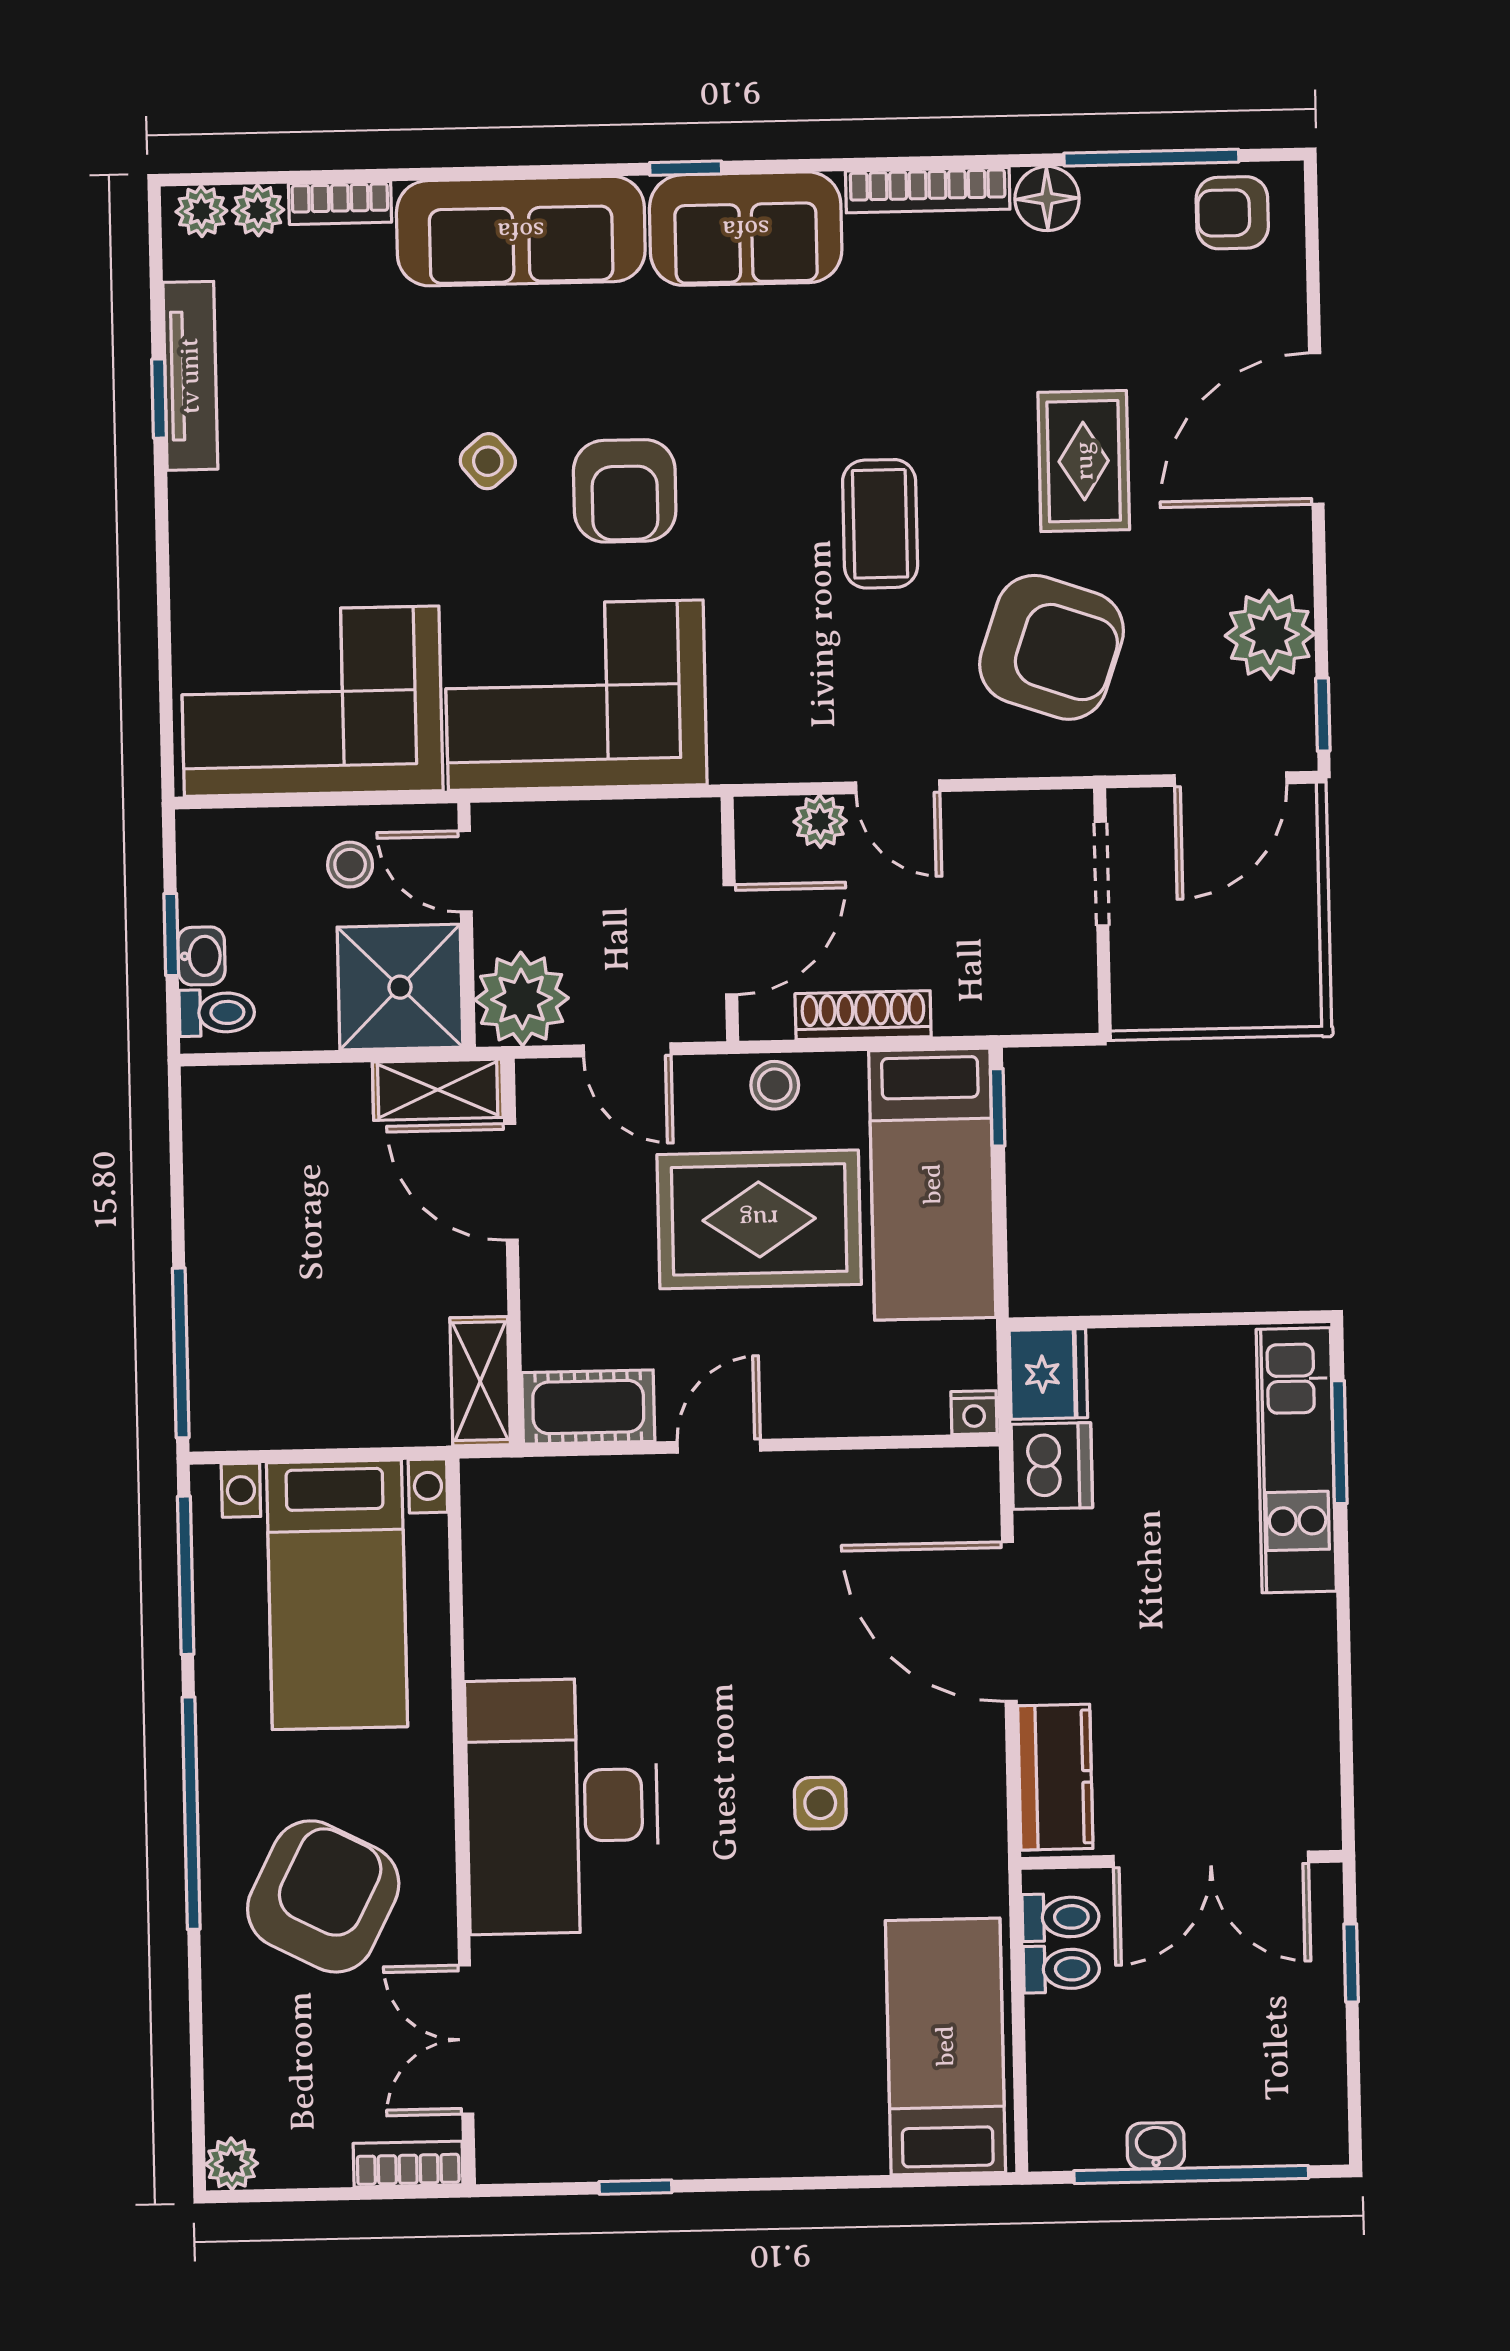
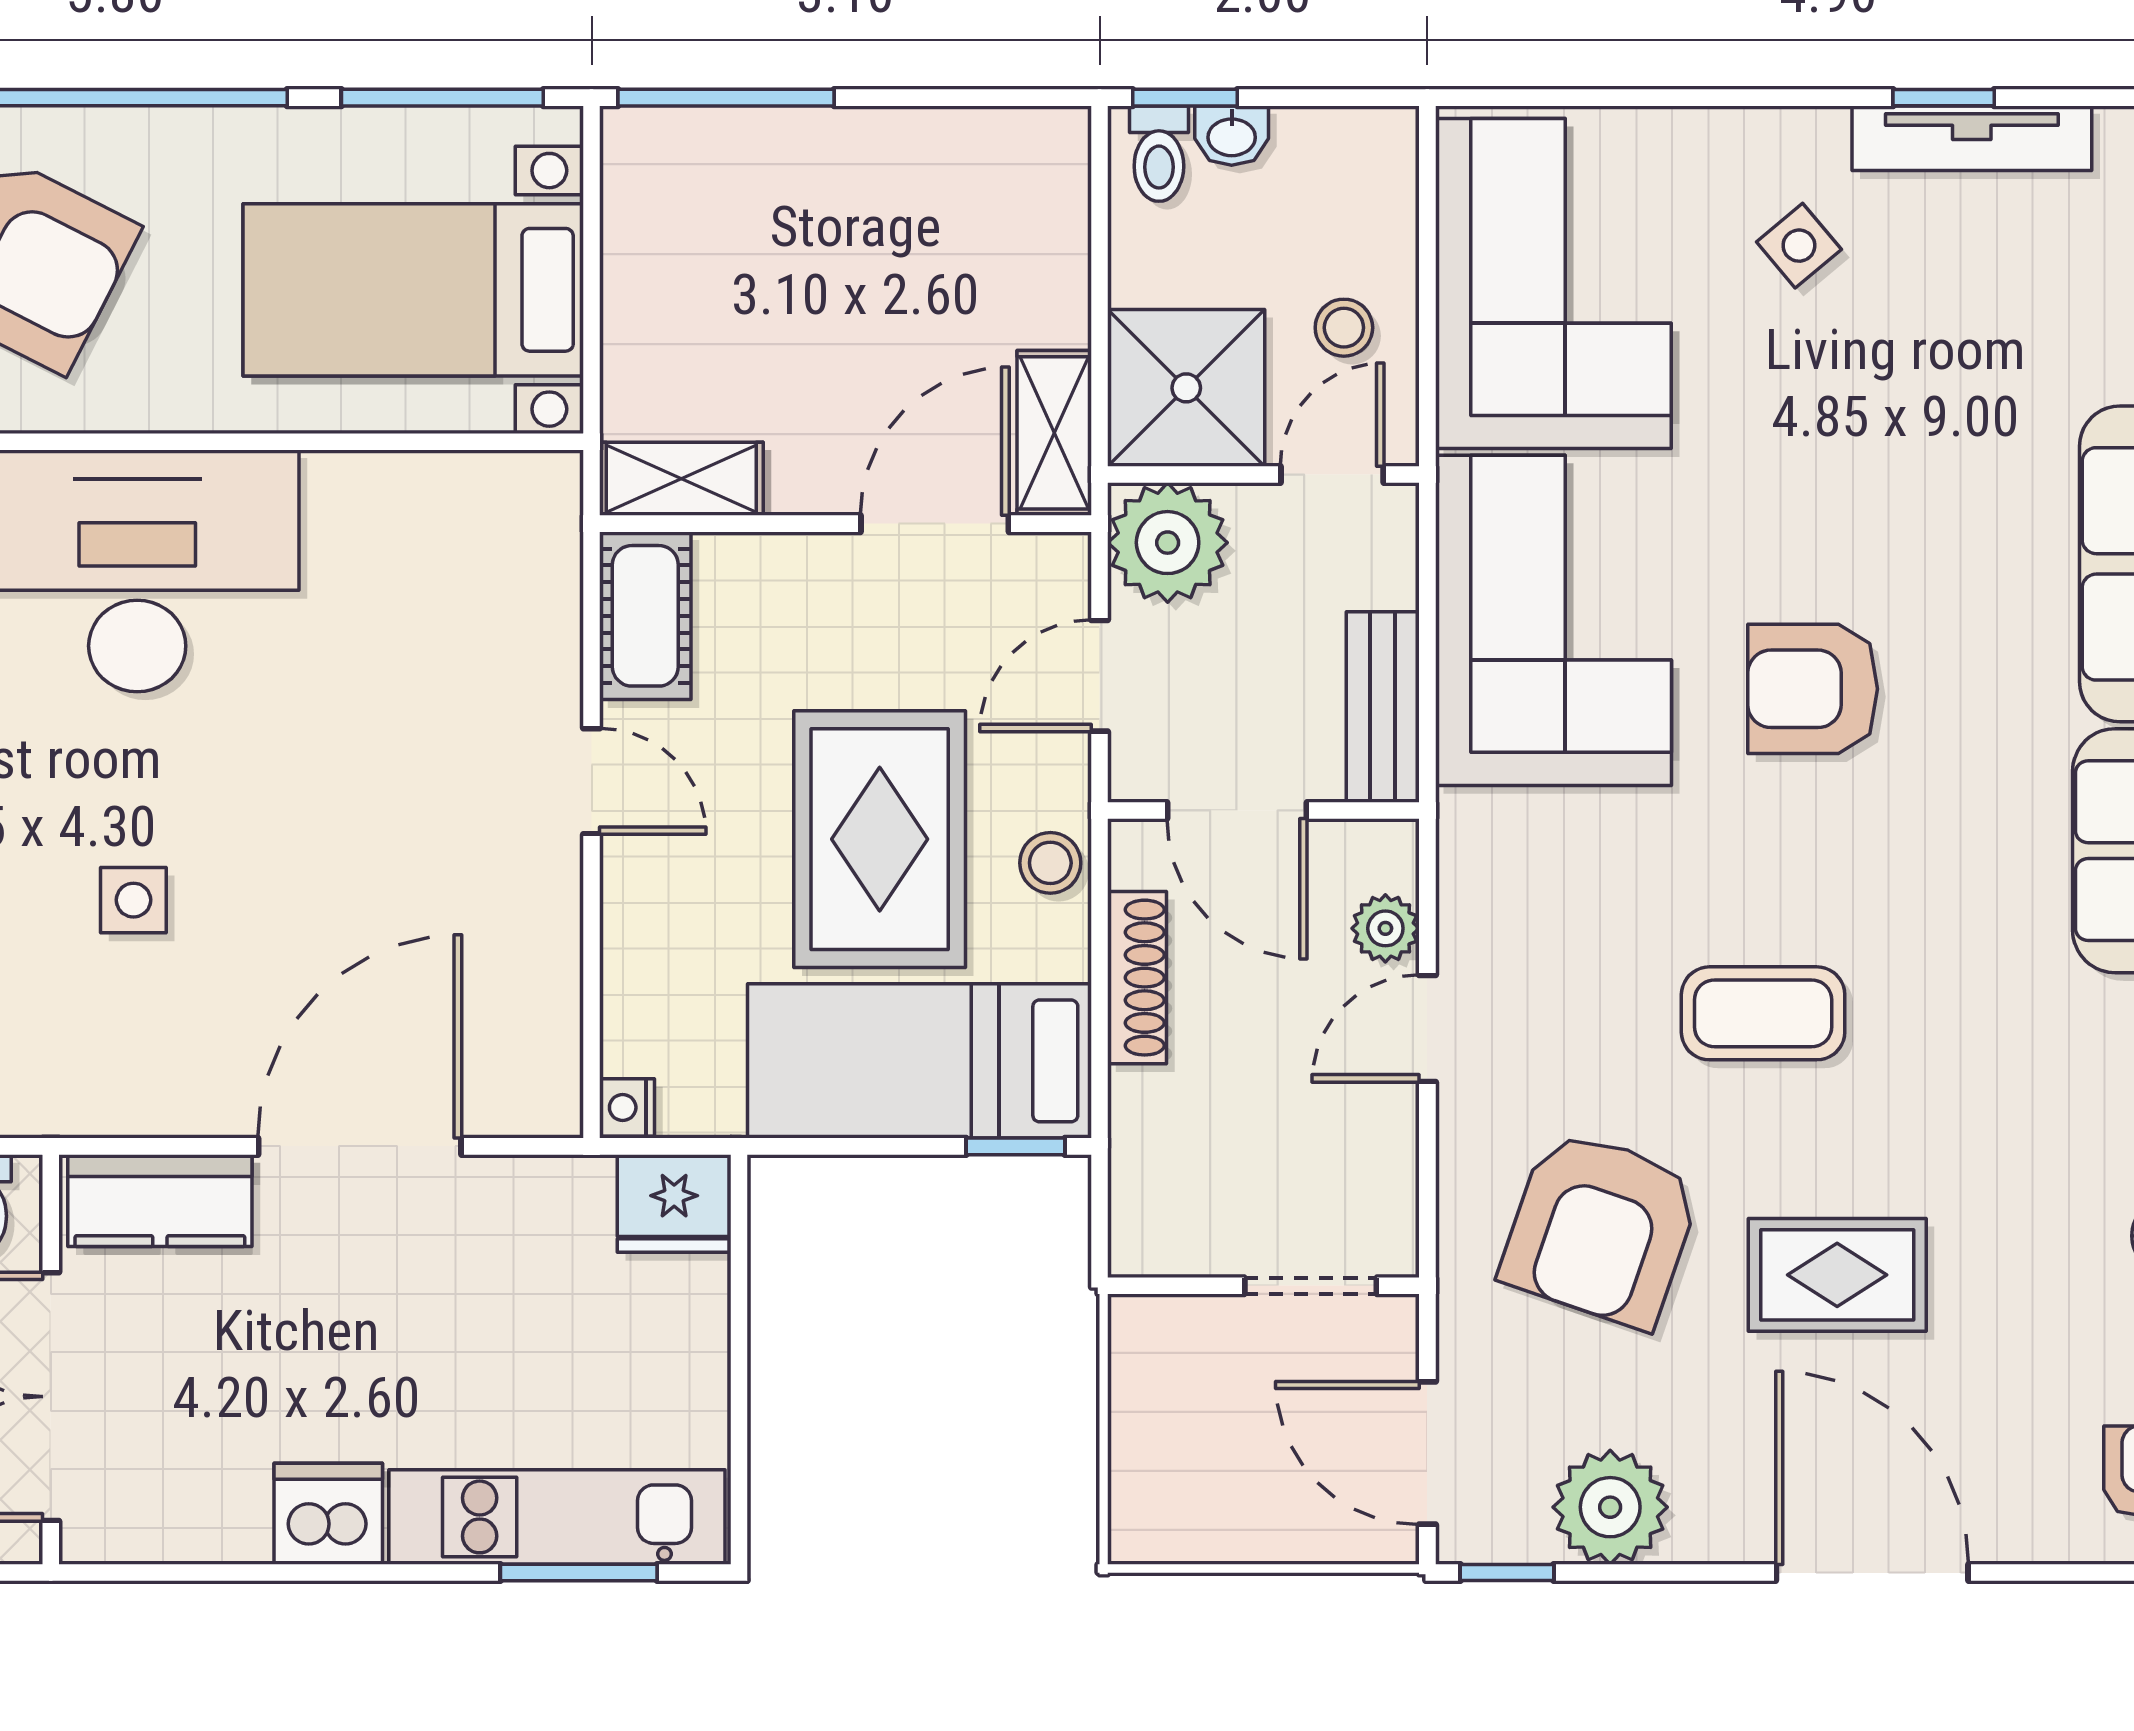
side table: (488, 461) -> (1799, 246), moved
bench: (647, 827) -> (1383, 707), added
window: (171, 935) -> (1185, 98), moved
dishwasher: (1052, 1466) -> (328, 1514), moved, turned 180

